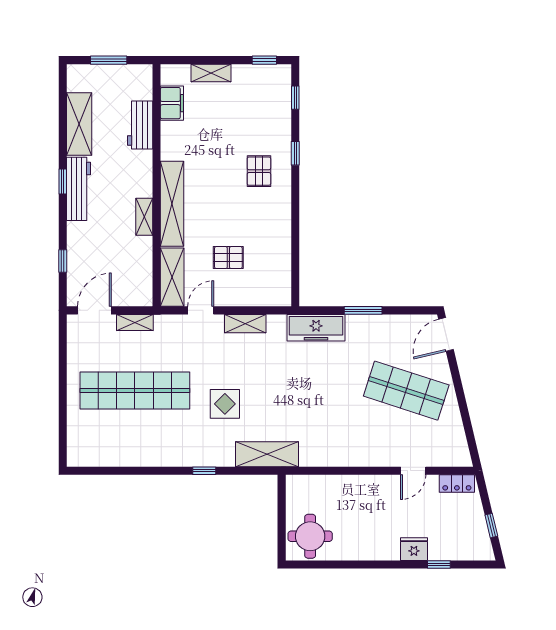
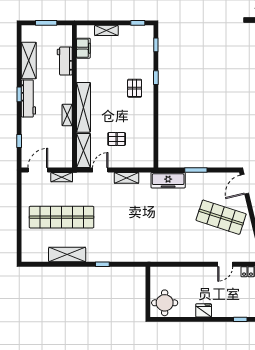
display table: (225, 404) -> (115, 225), removed
shelving: (267, 454) -> (67, 255), moved
fridge: (414, 549) -> (204, 310), moved

